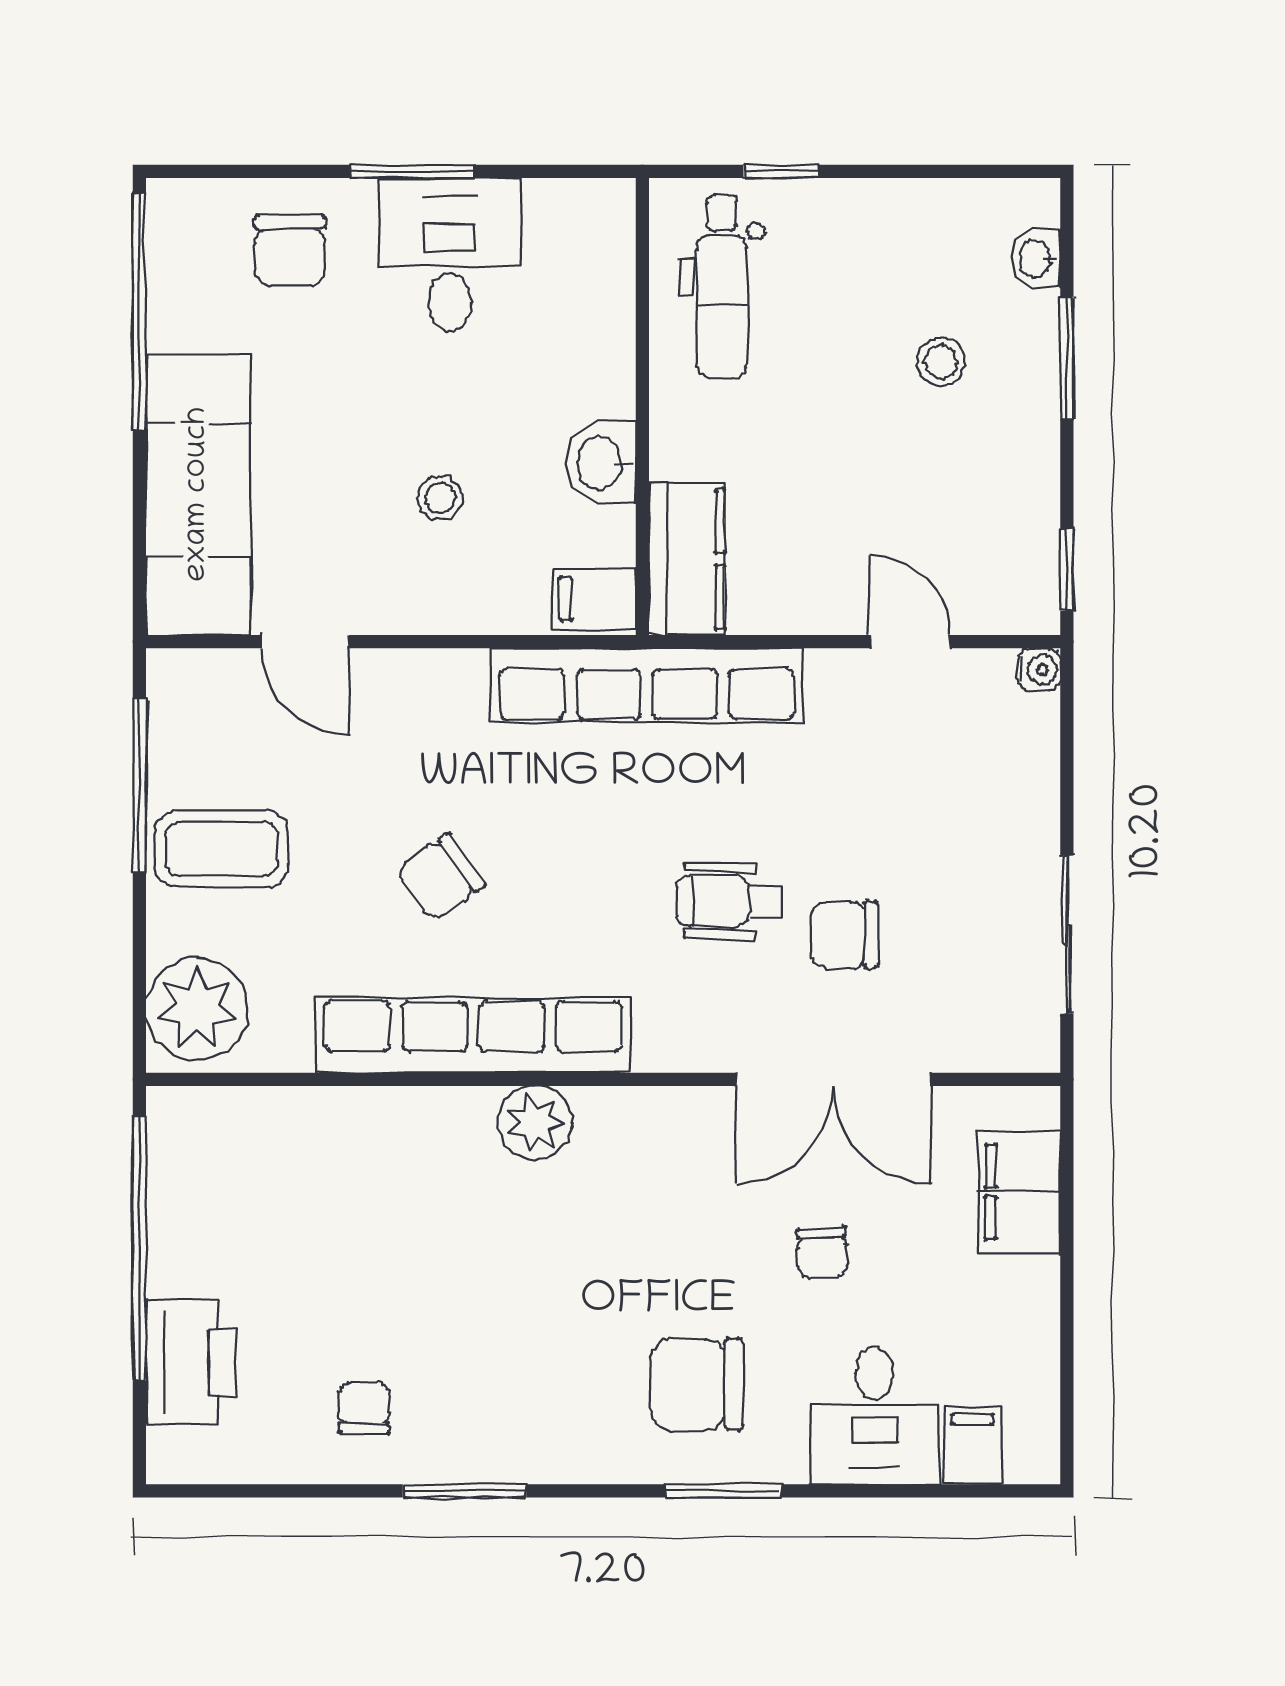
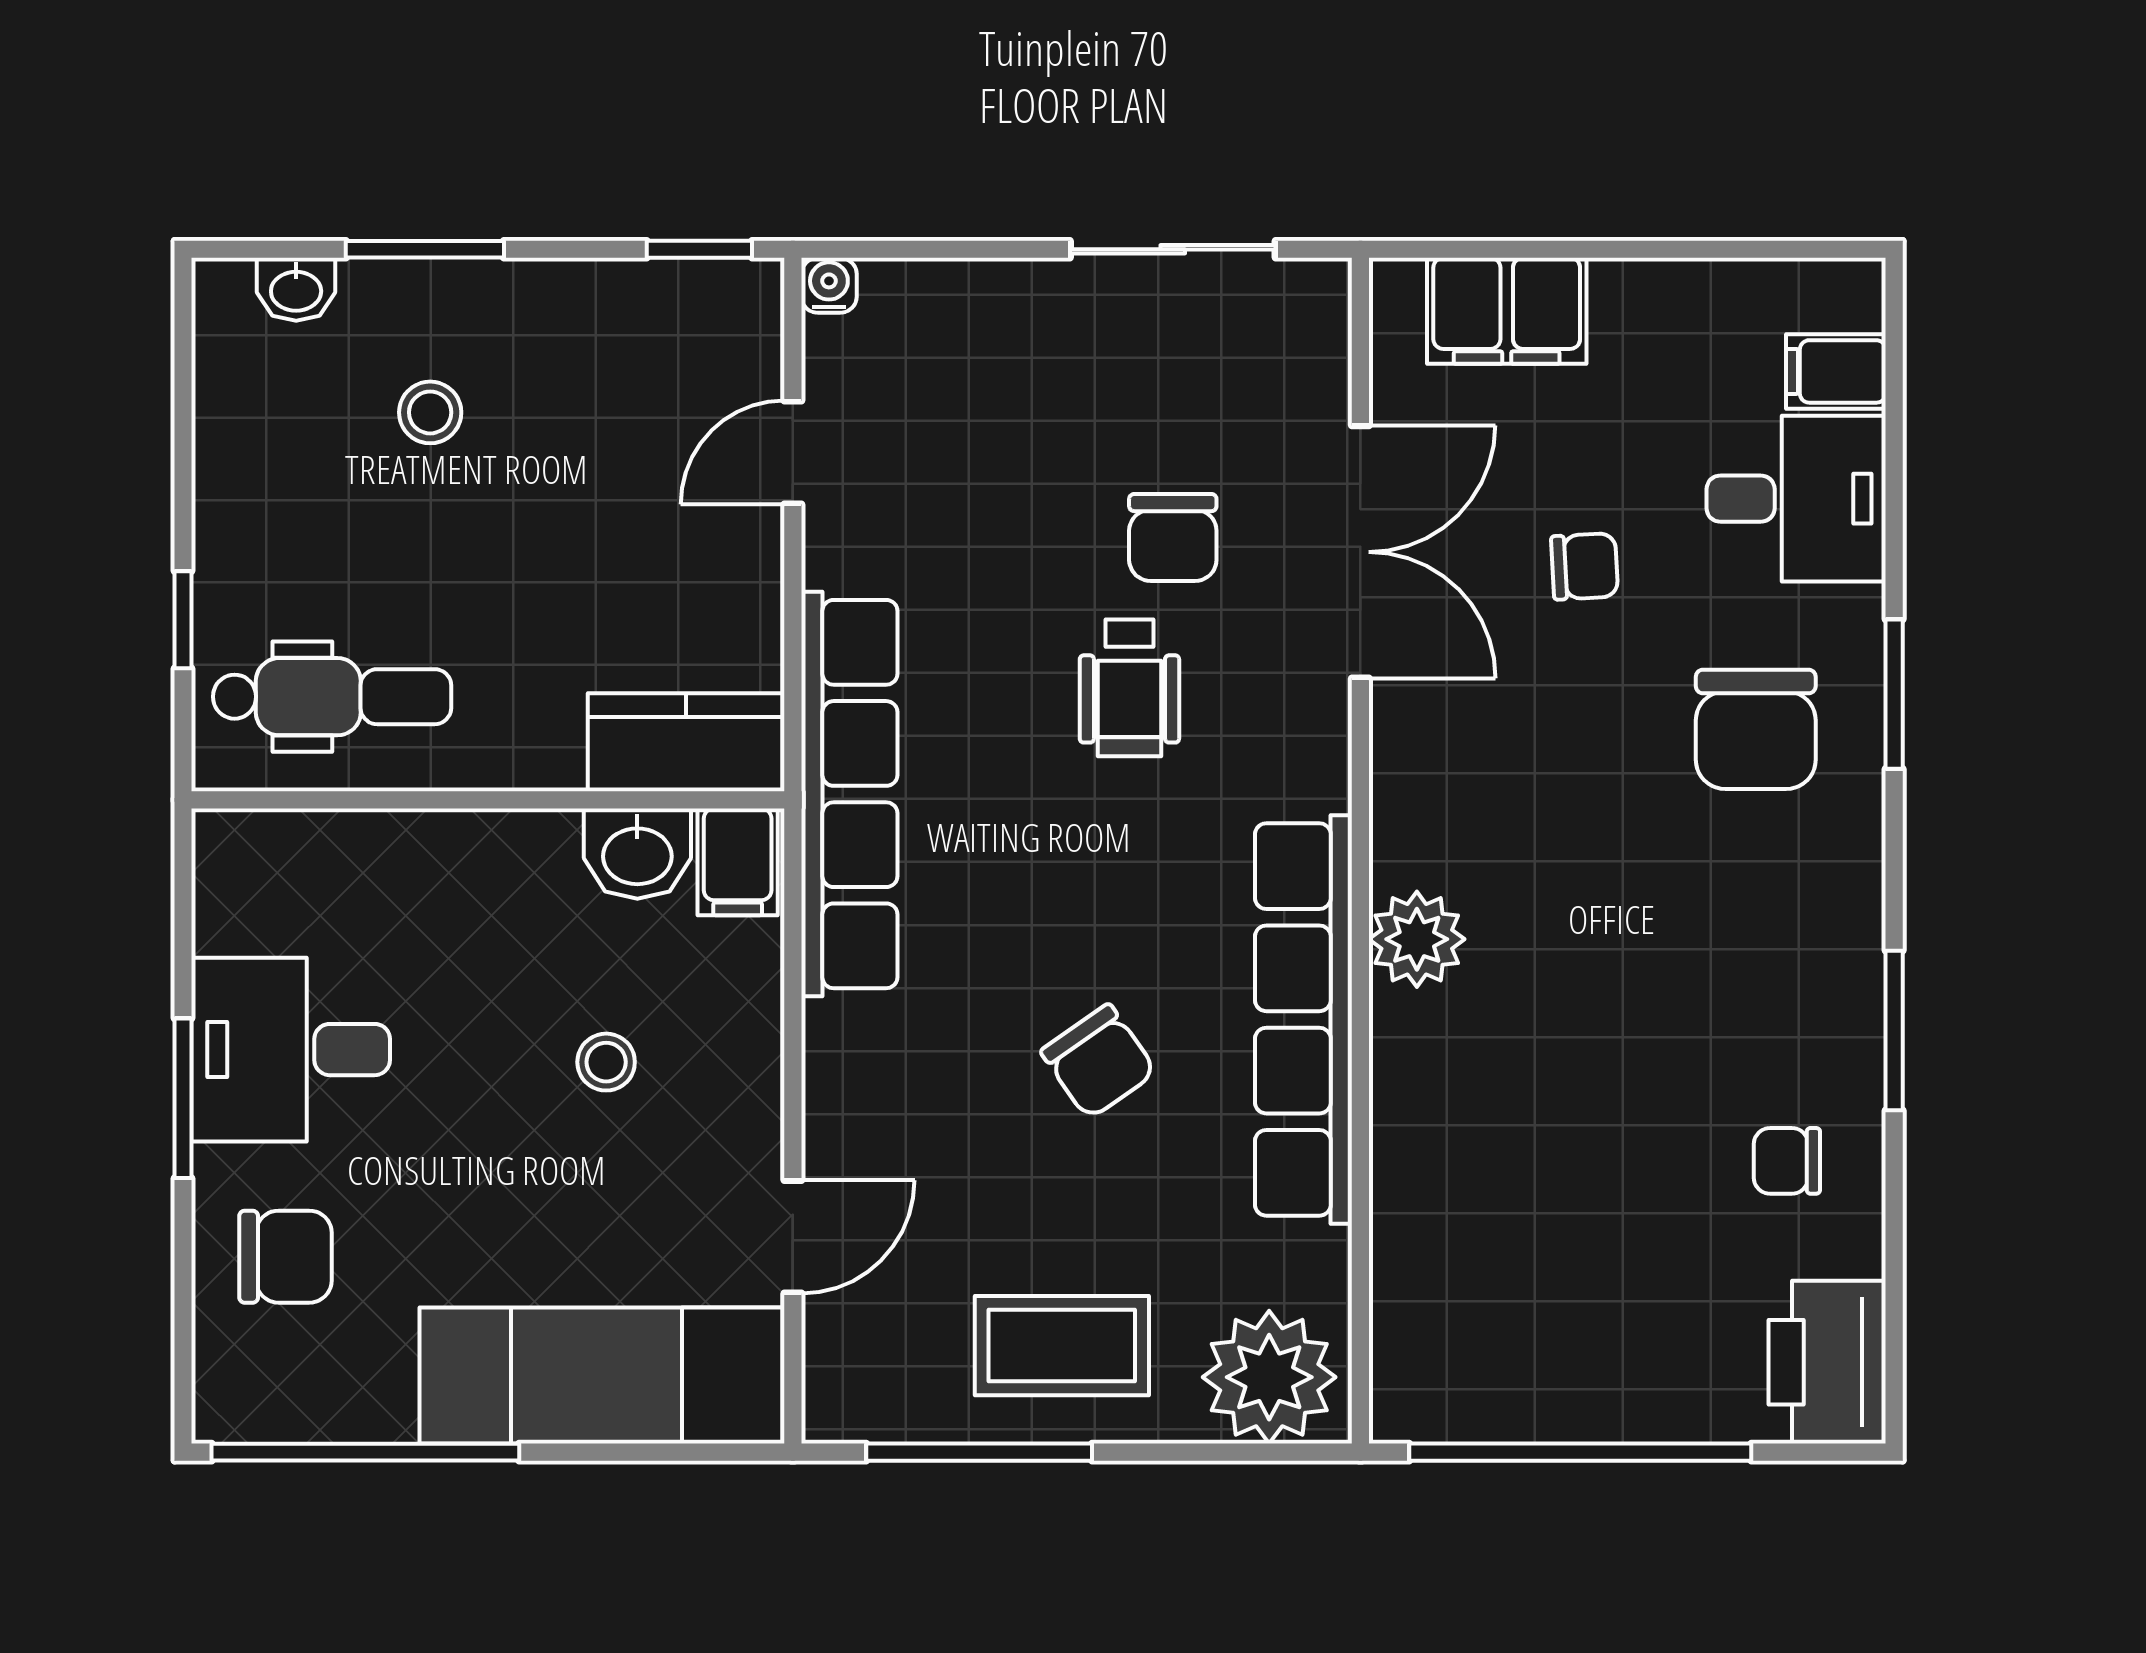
washbasin: (601, 463) -> (637, 854), moved
coffee table: (222, 849) -> (1062, 1346), turned 90
printer: (191, 1362) -> (1827, 1362), moved, turned -90

